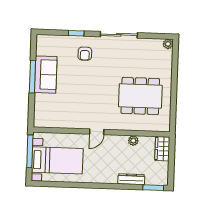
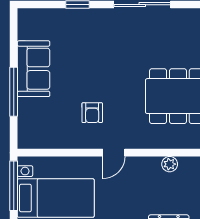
armchair: (85, 54) -> (92, 113), moved
window: (32, 77) -> (14, 92), moved

